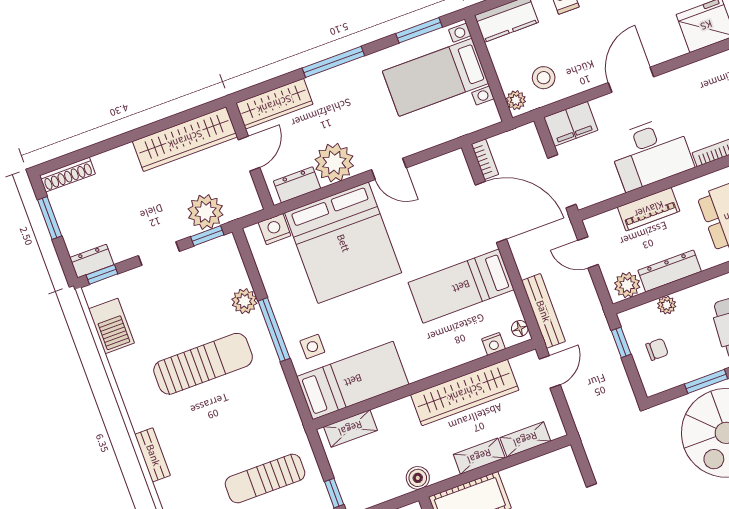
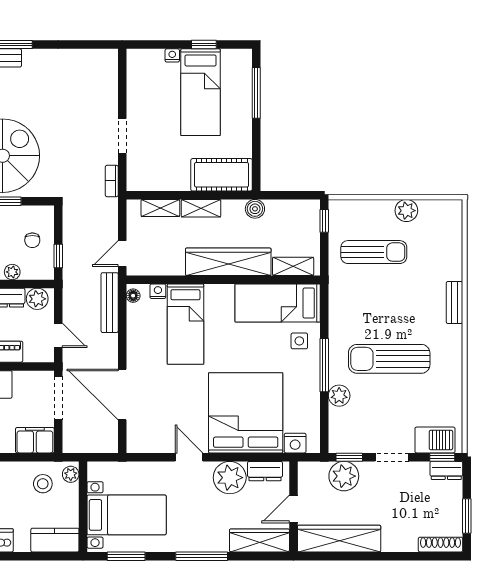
bookcase: (485, 159) -> (112, 181), moved
bed: (461, 286) -> (185, 324), moved, turned 90
barbecue: (111, 326) -> (435, 440), moved, turned 90
chair: (657, 349) -> (32, 240), turned -90
wardrobe: (465, 392) -> (228, 262), moved

